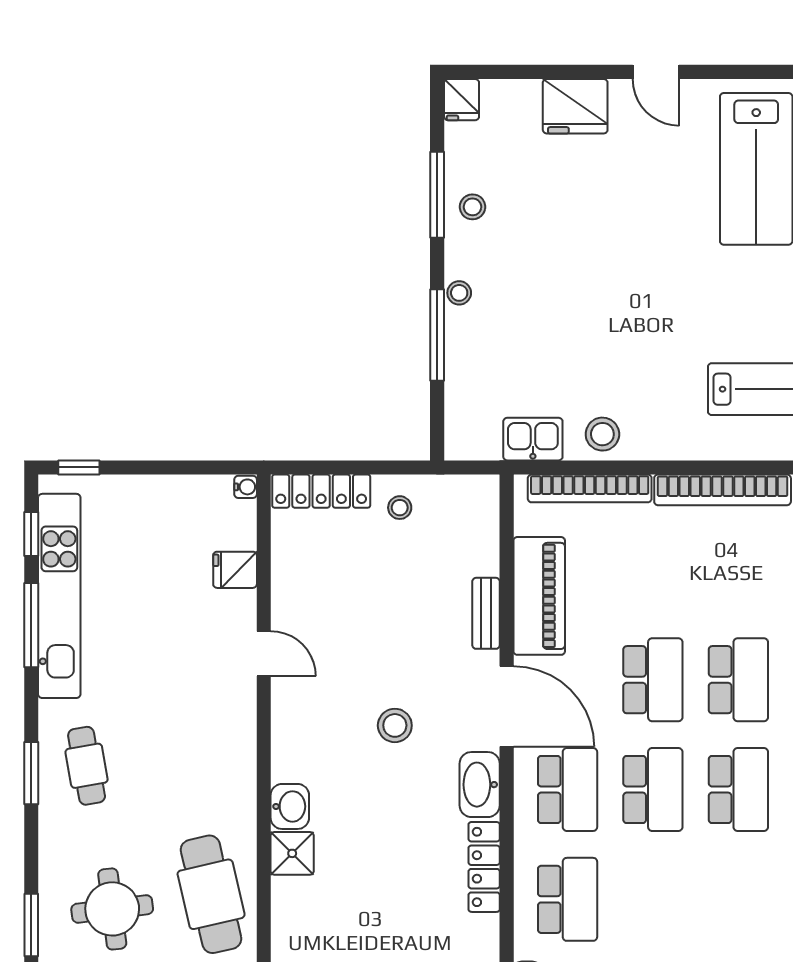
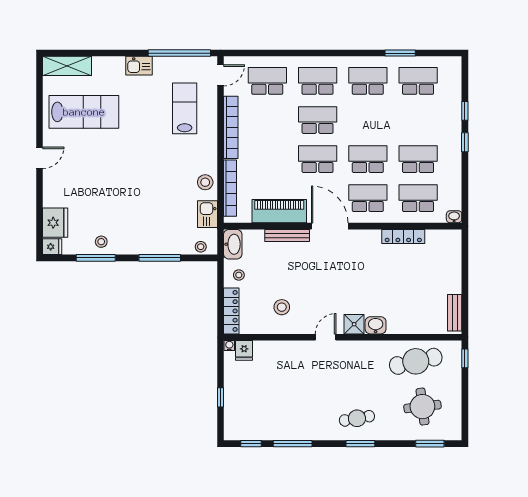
fridge: (575, 106) -> (55, 223), moved
stool: (459, 293) -> (201, 247), moved
window: (79, 467) -> (220, 397), moved
fridge: (235, 570) -> (244, 350), moved
kitchen unit: (59, 596) -> (279, 431), removed
bench: (486, 613) -> (287, 236), width x1.36
door: (264, 654) -> (326, 337), moved
door: (507, 706) -> (330, 226), hinge flipped
stool: (395, 725) -> (282, 307), moved
washbasin: (480, 785) -> (233, 244), moved, turned -90
school desk: (738, 790) -> (418, 159), moved
shower: (292, 853) -> (354, 324), moved

